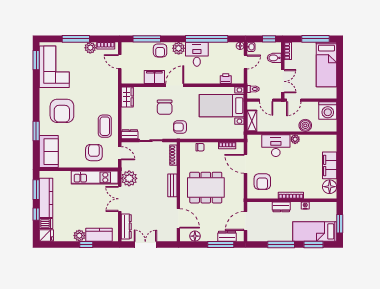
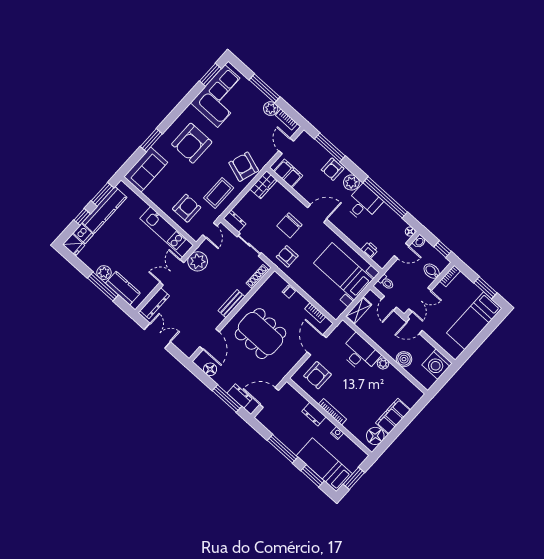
window: (316, 39) -> (485, 288), width x0.69
filing cabinet: (154, 77) -> (288, 173), moved
armchair: (106, 97) -> (244, 167), added
window: (86, 244) -> (103, 286), width x2.17

